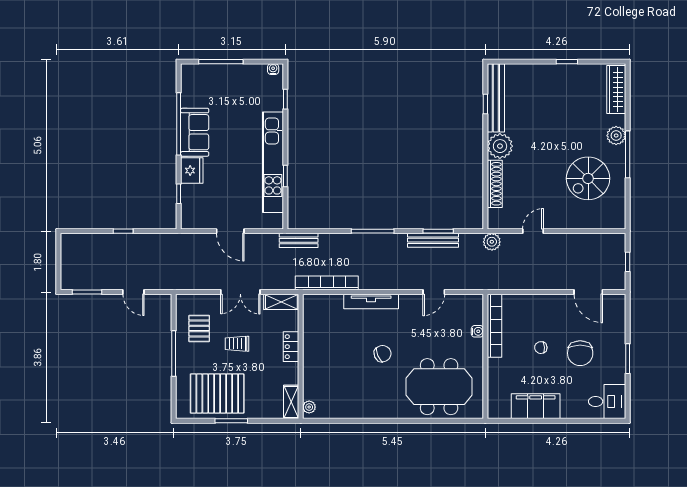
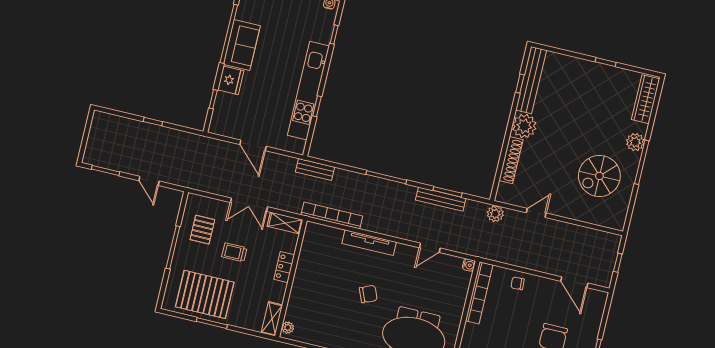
water cooler: (477, 331) -> (469, 265), moved
chair: (541, 348) -> (518, 283), moved

